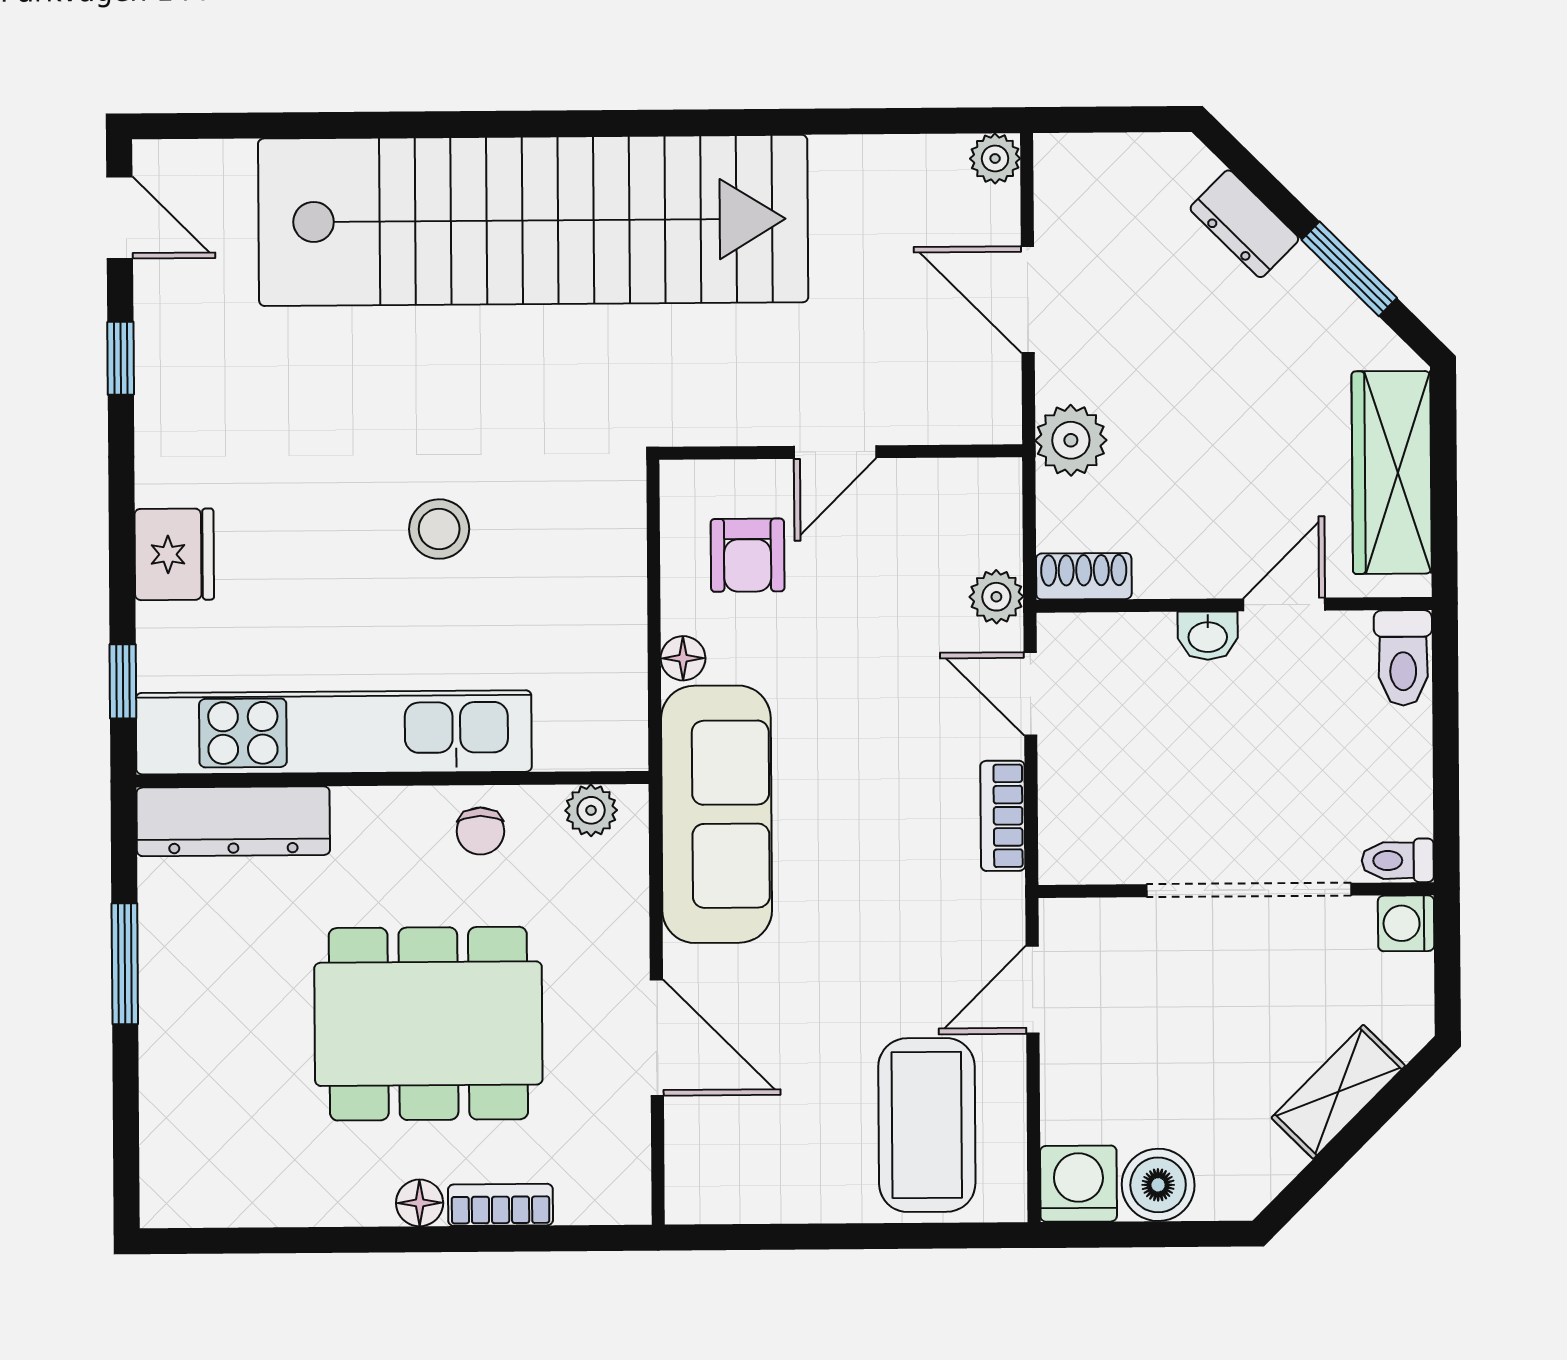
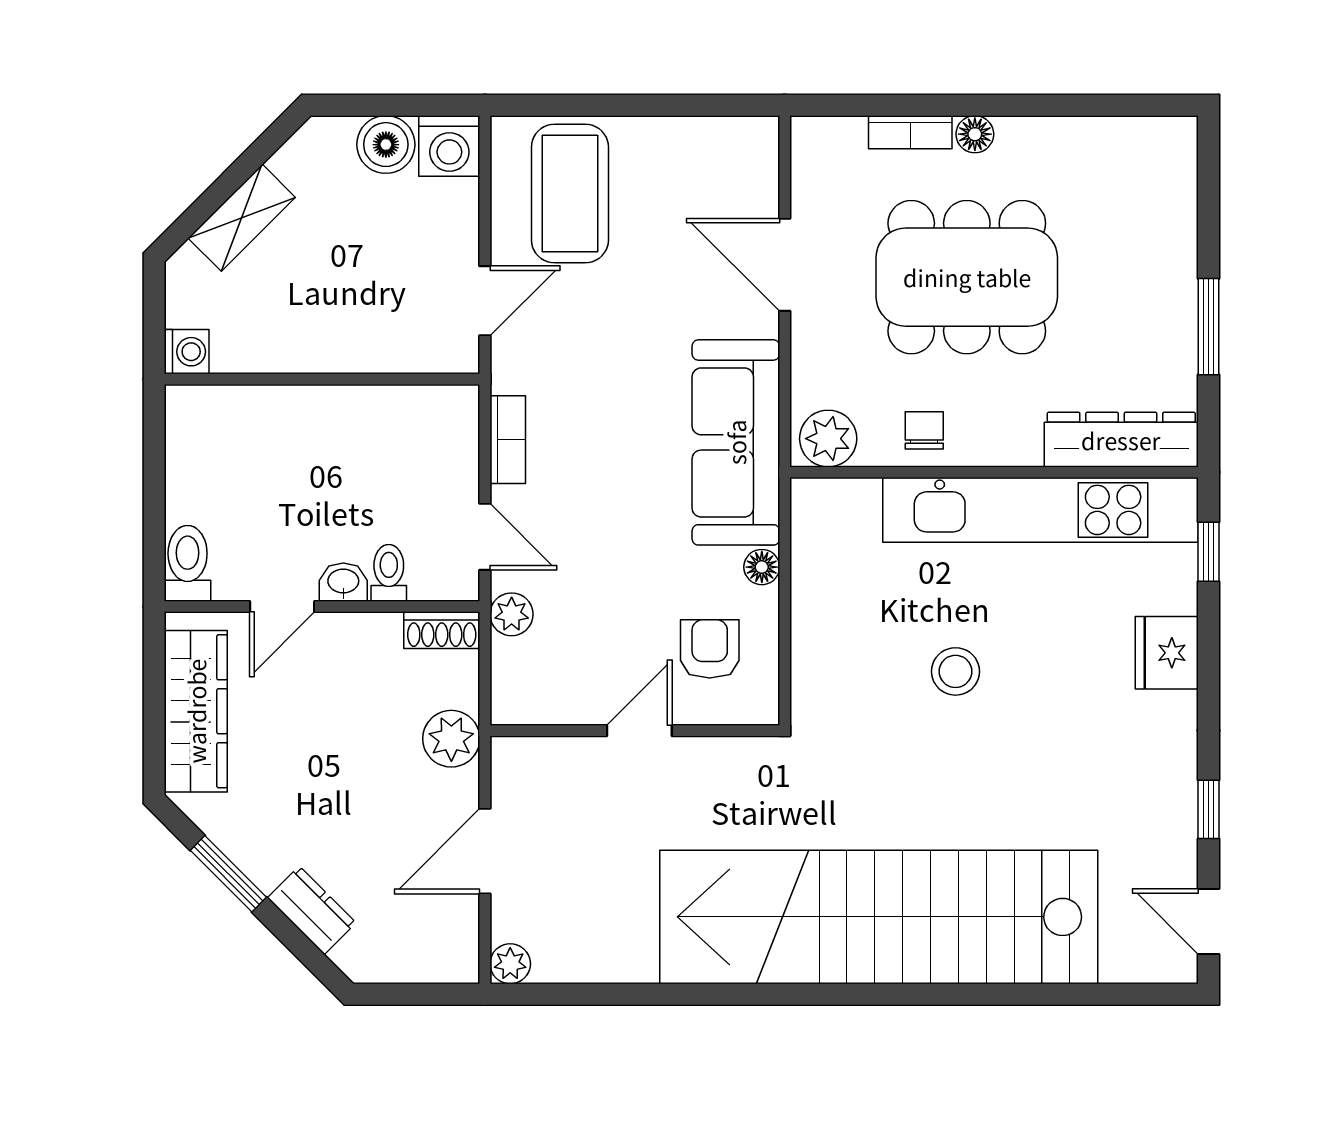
door: (1028, 300) -> (485, 851), swing flipped
plant: (591, 810) -> (828, 439), width x1.38, depth x1.38
toilet: (1398, 860) -> (389, 573), moved, turned -90
doorway: (1249, 890) -> (312, 379), removed

